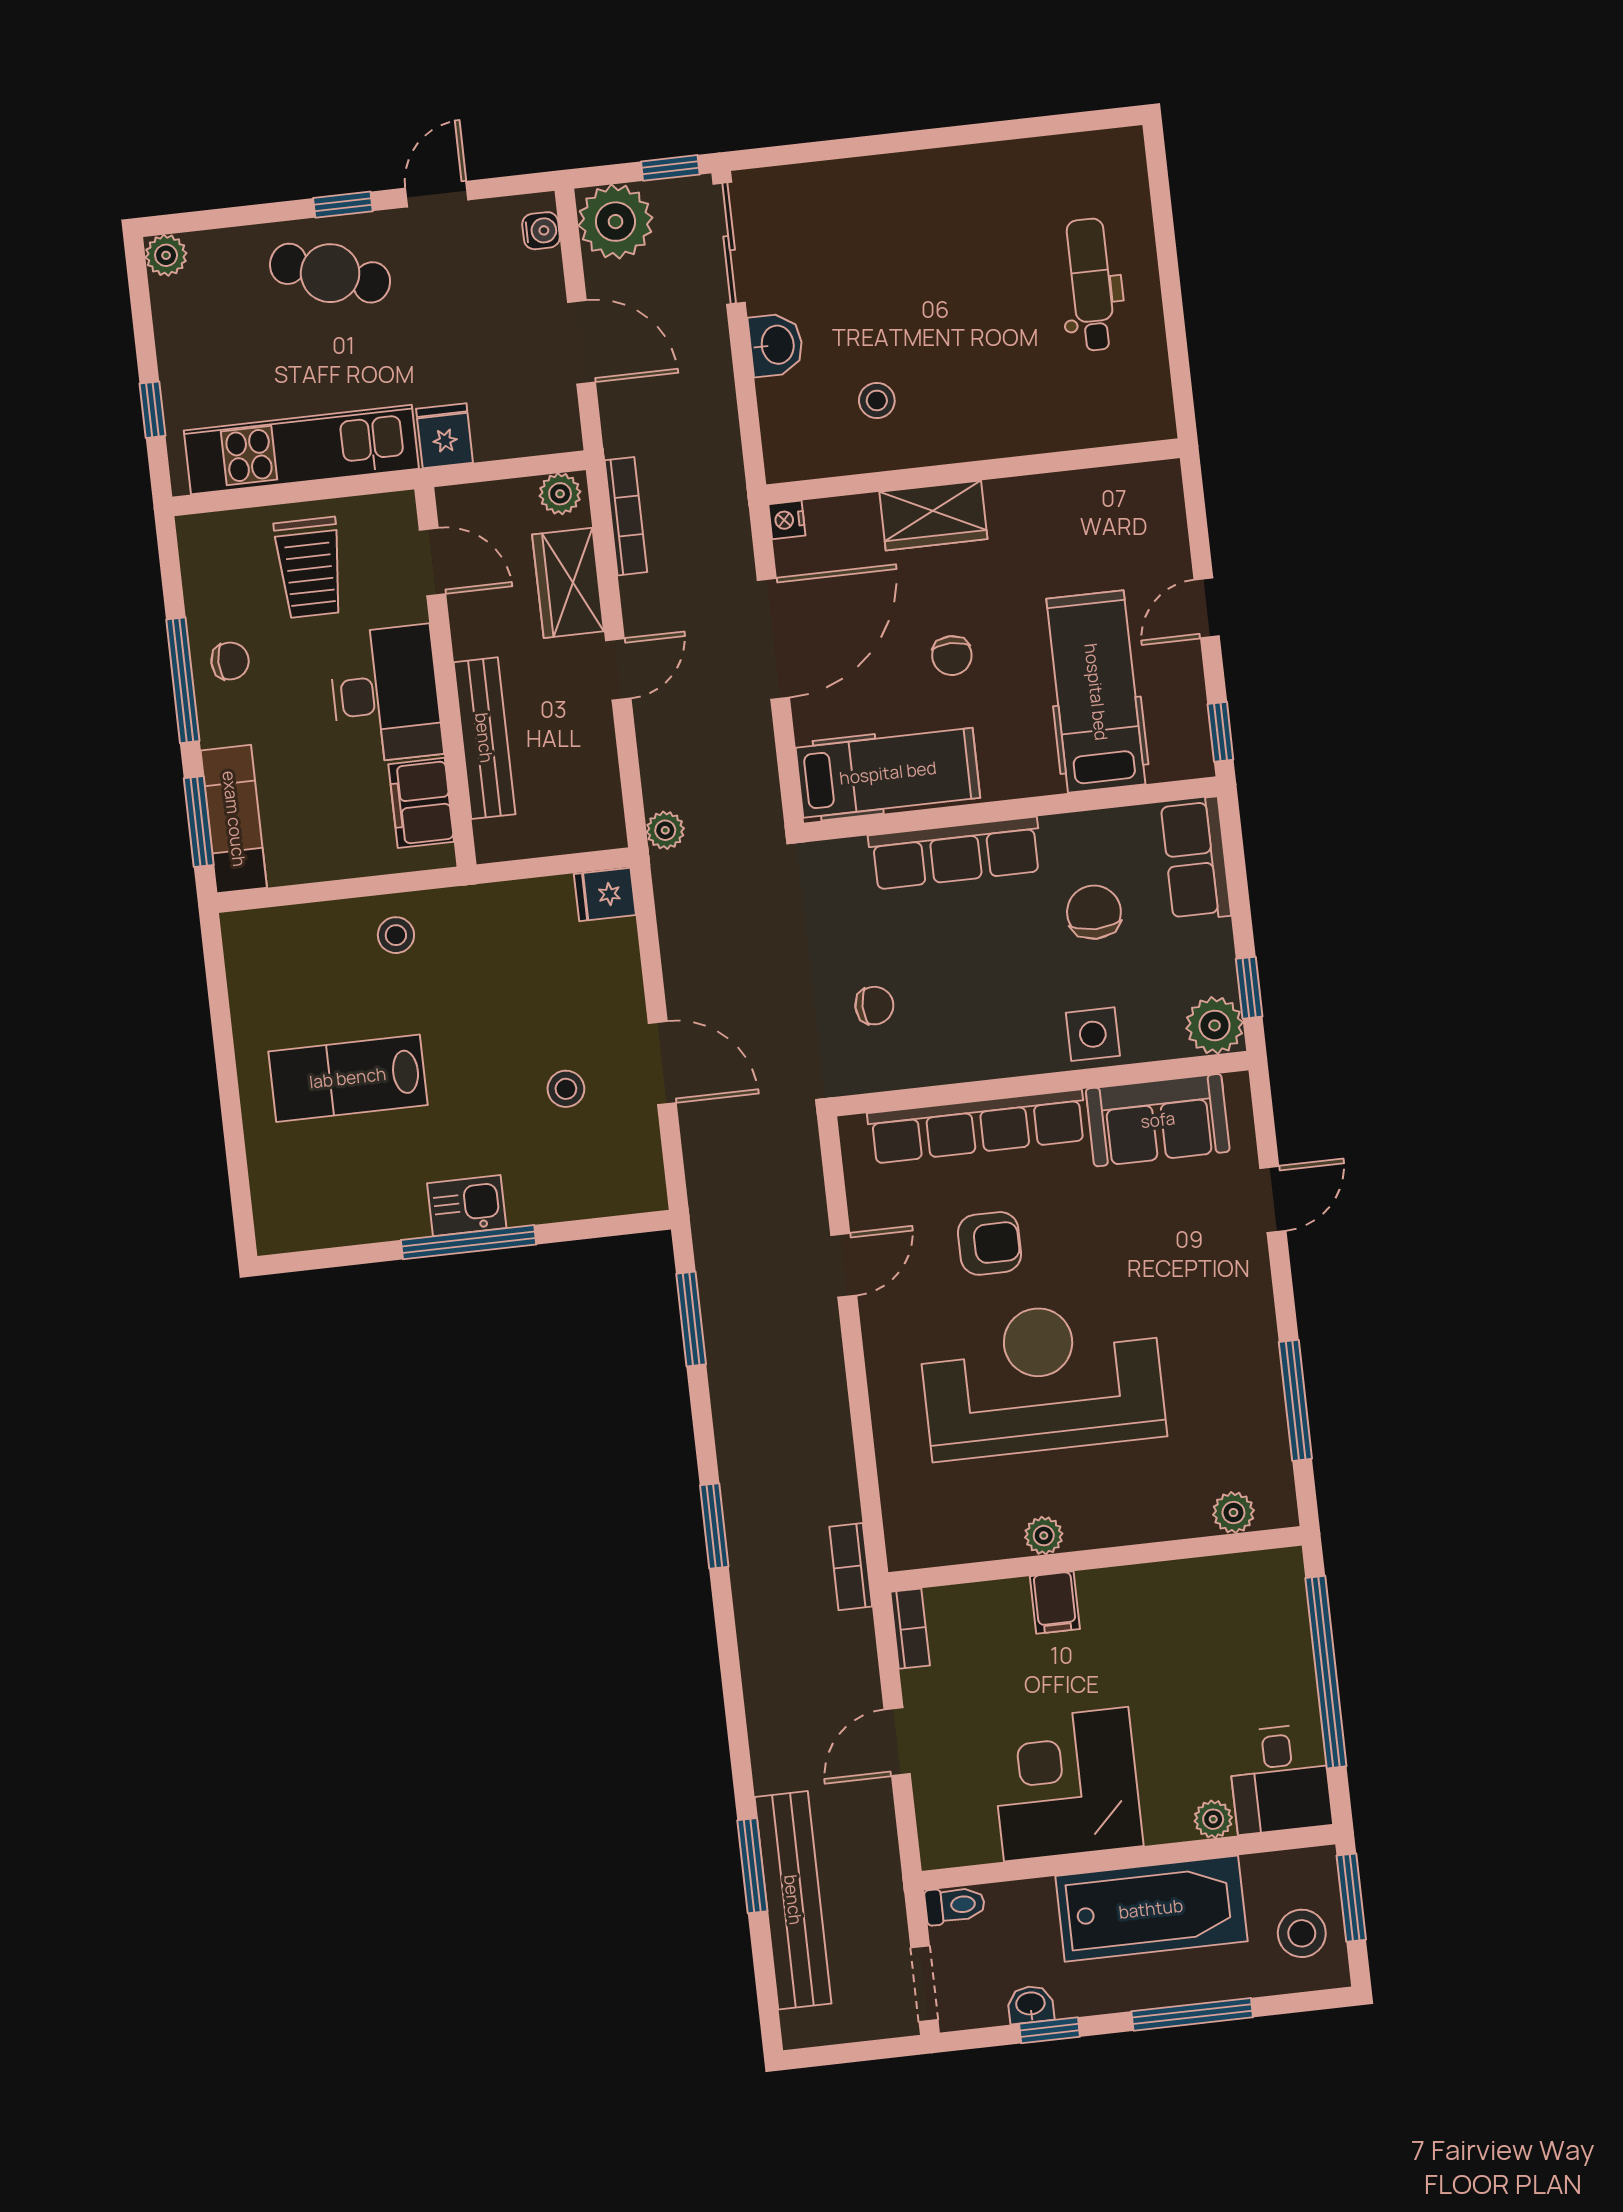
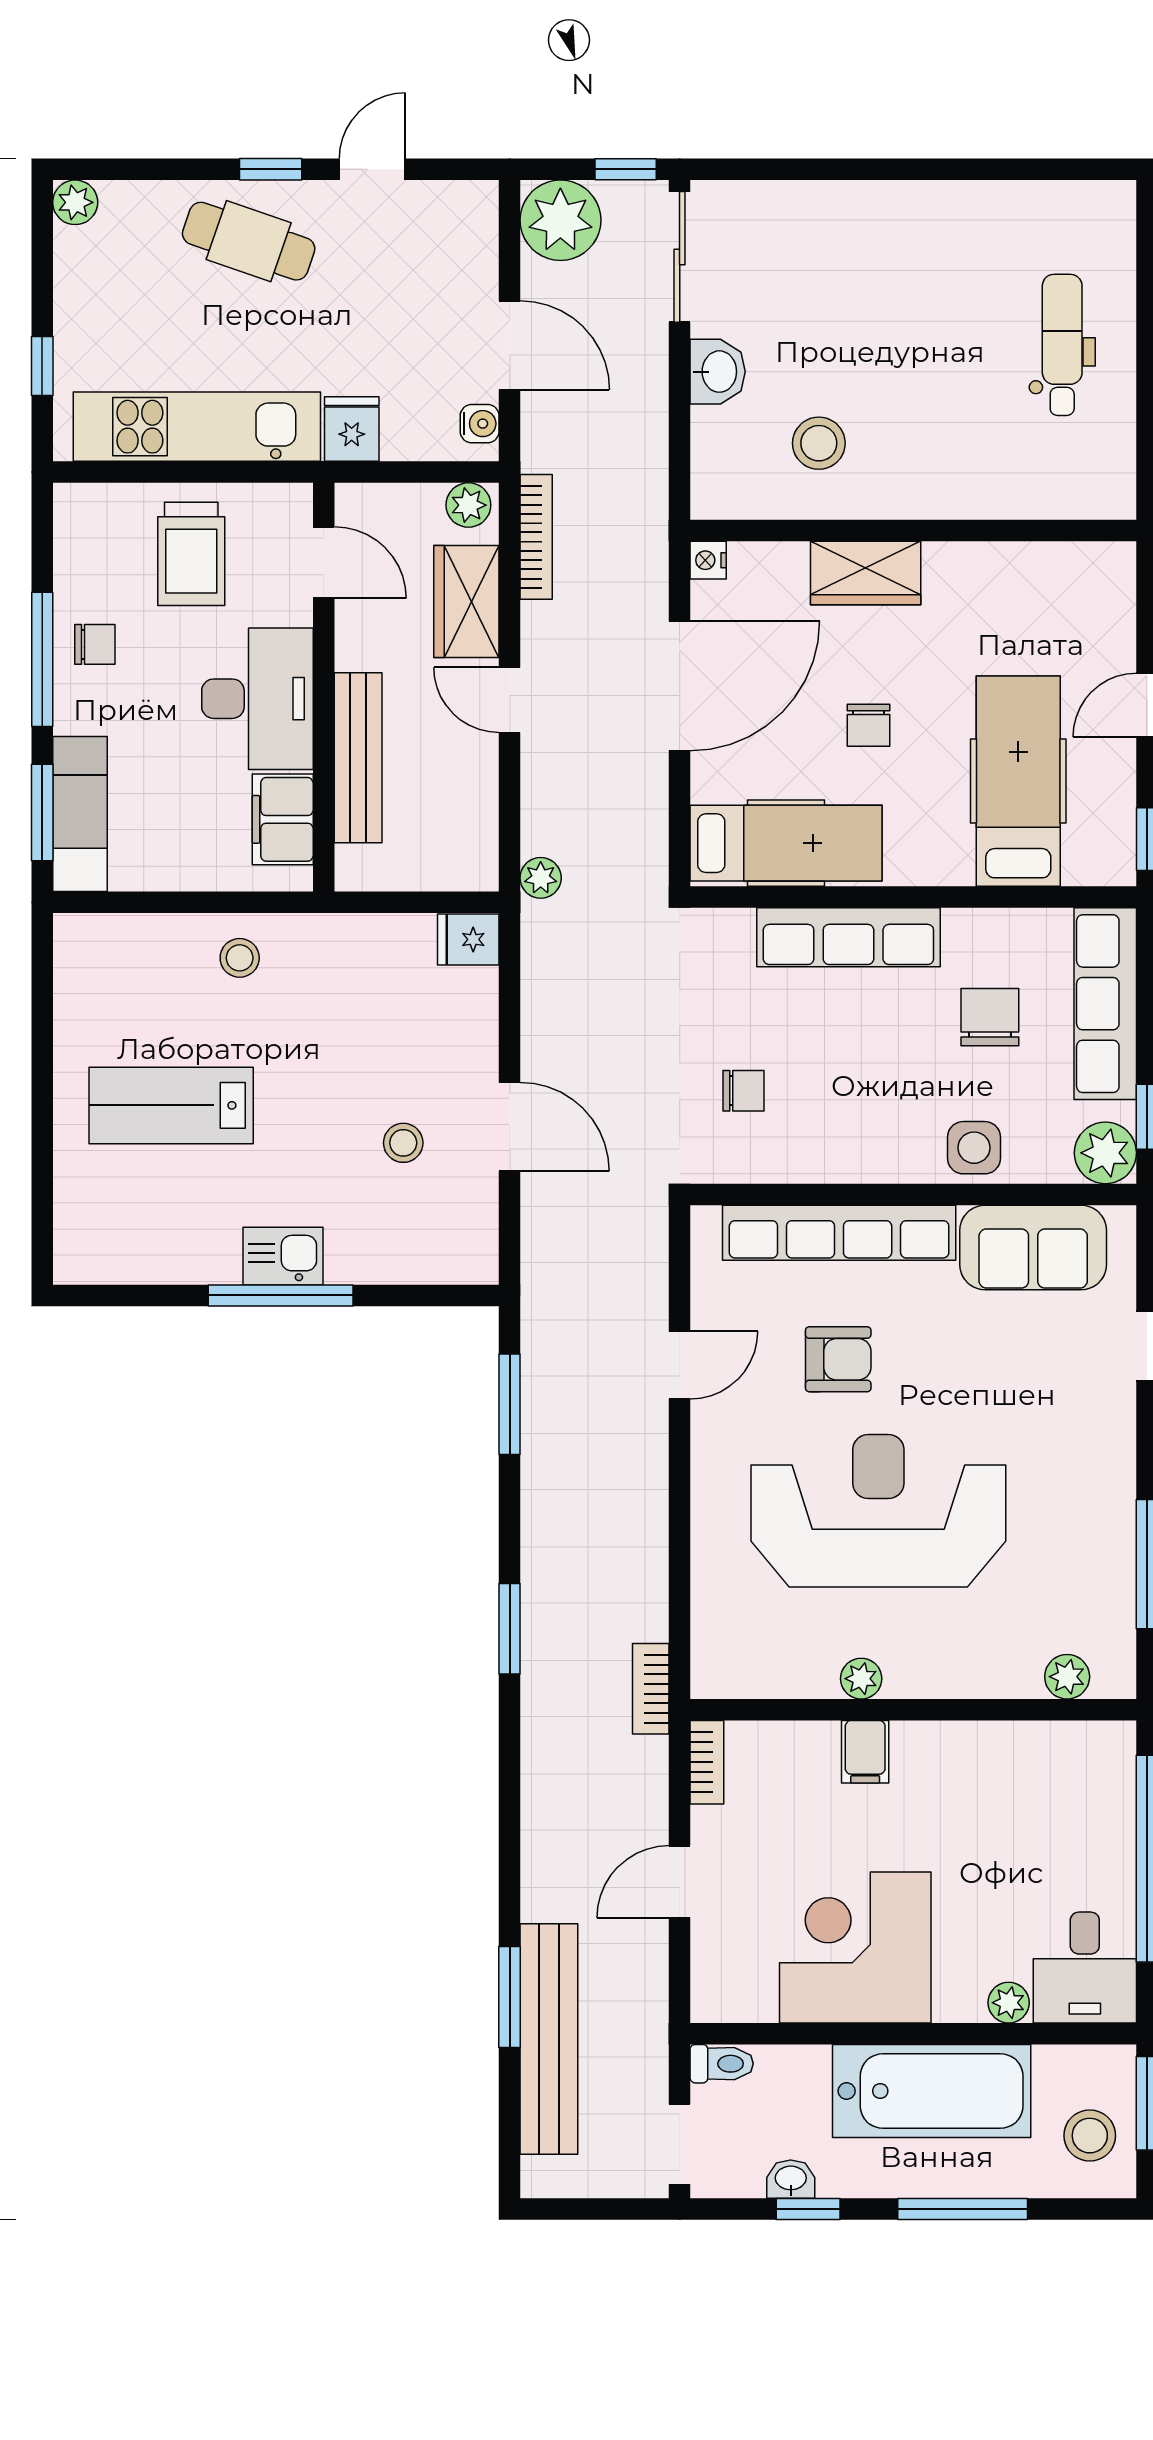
water cooler: (541, 231) -> (480, 424), moved
stool: (877, 400) -> (819, 443), width x1.37, depth x1.37
door: (618, 669) -> (510, 700), swing flipped
row of seats: (1196, 859) -> (1105, 1004), width x1.48

